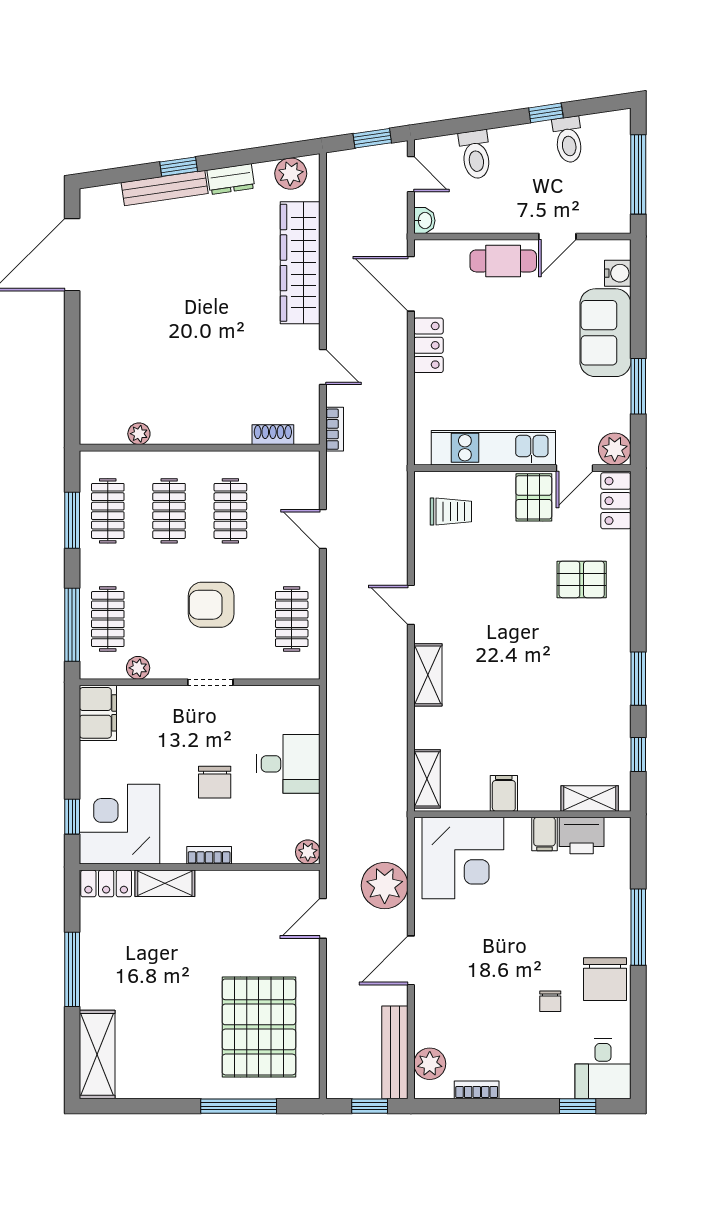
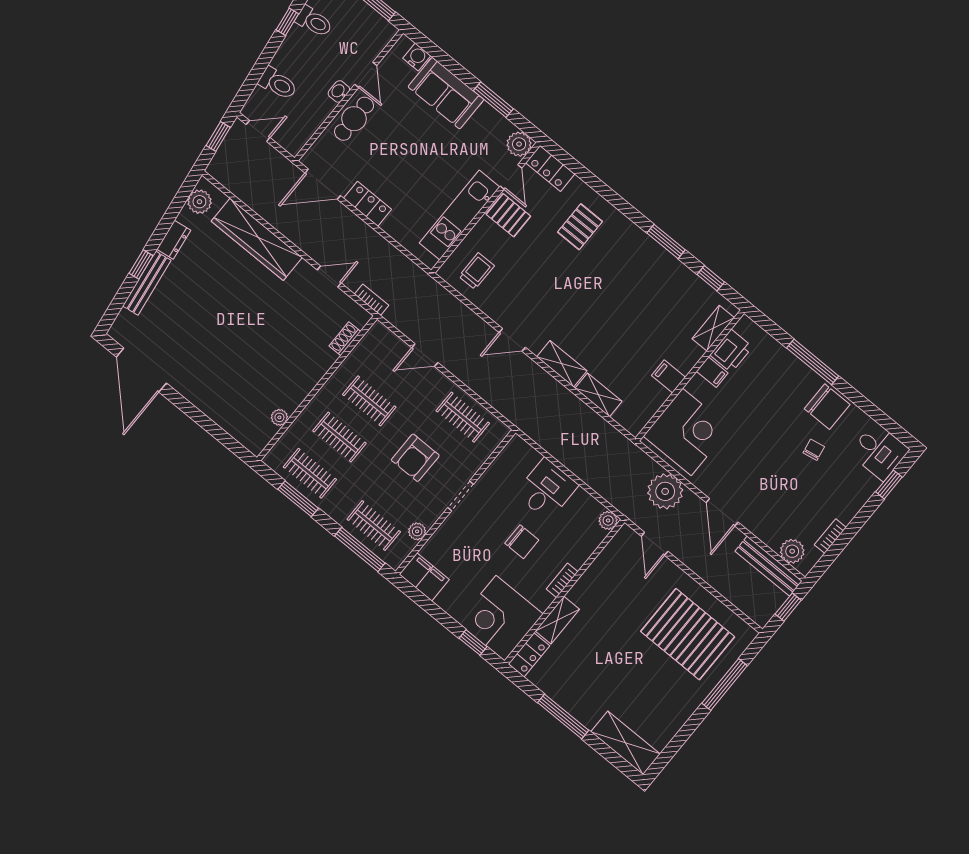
washbasin: (424, 221) -> (339, 91), moved, turned -90
shelving: (427, 779) -> (599, 395), moved
chair: (550, 1001) -> (814, 450), turned -100

